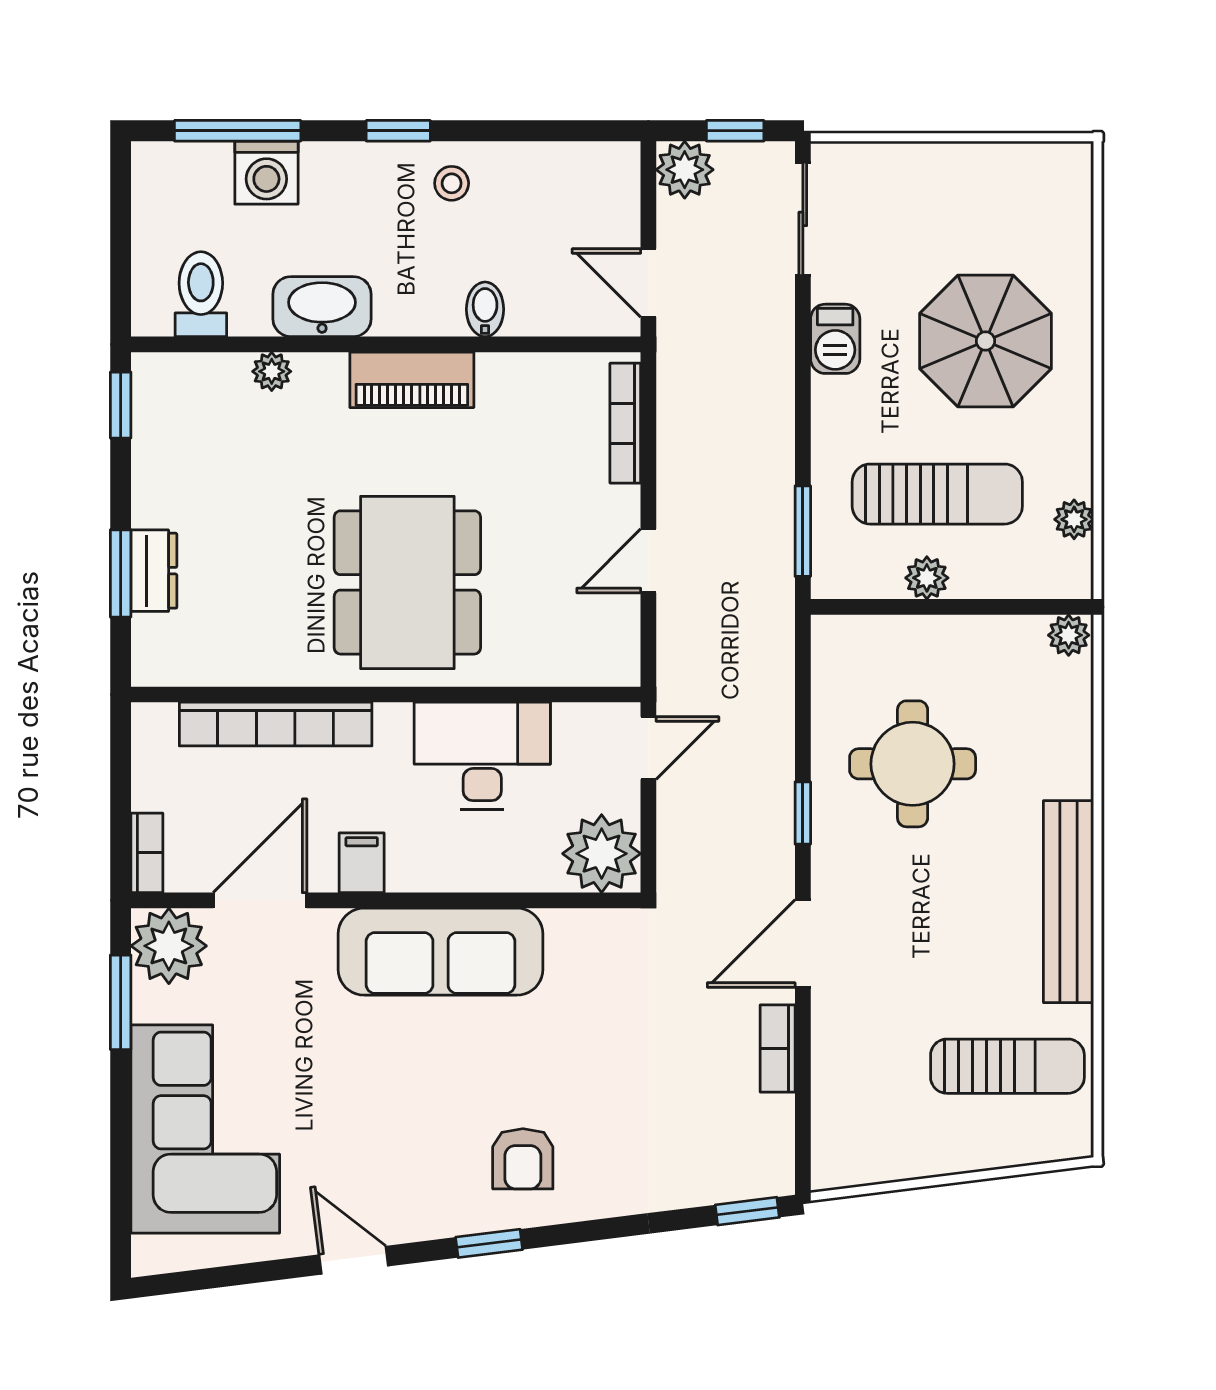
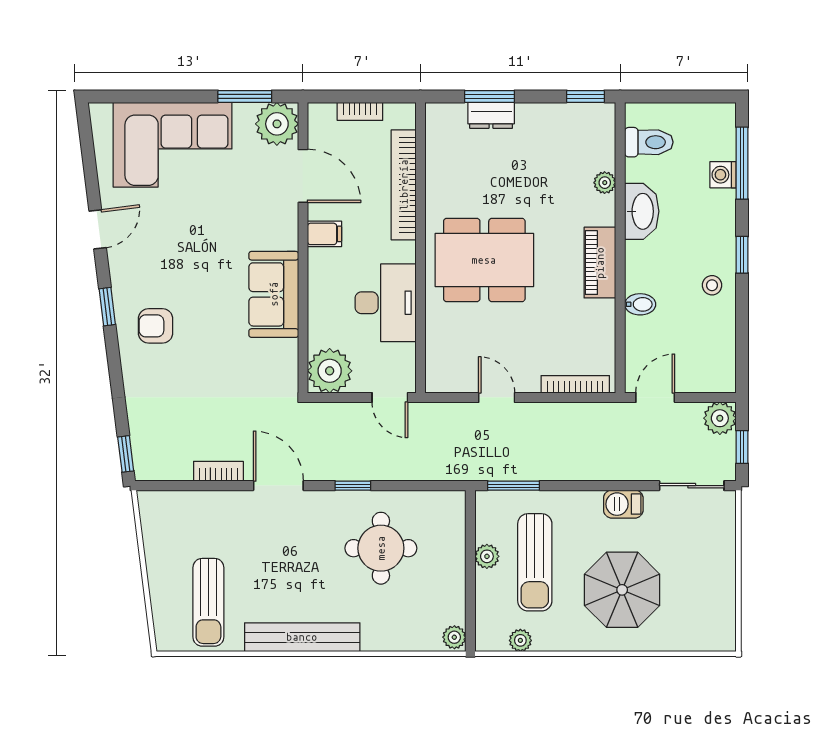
washing machine: (266, 173) -> (723, 175), width x0.73, depth x0.73
bookcase: (147, 853) -> (360, 111), moved
sofa: (440, 952) -> (274, 294), width x0.73

